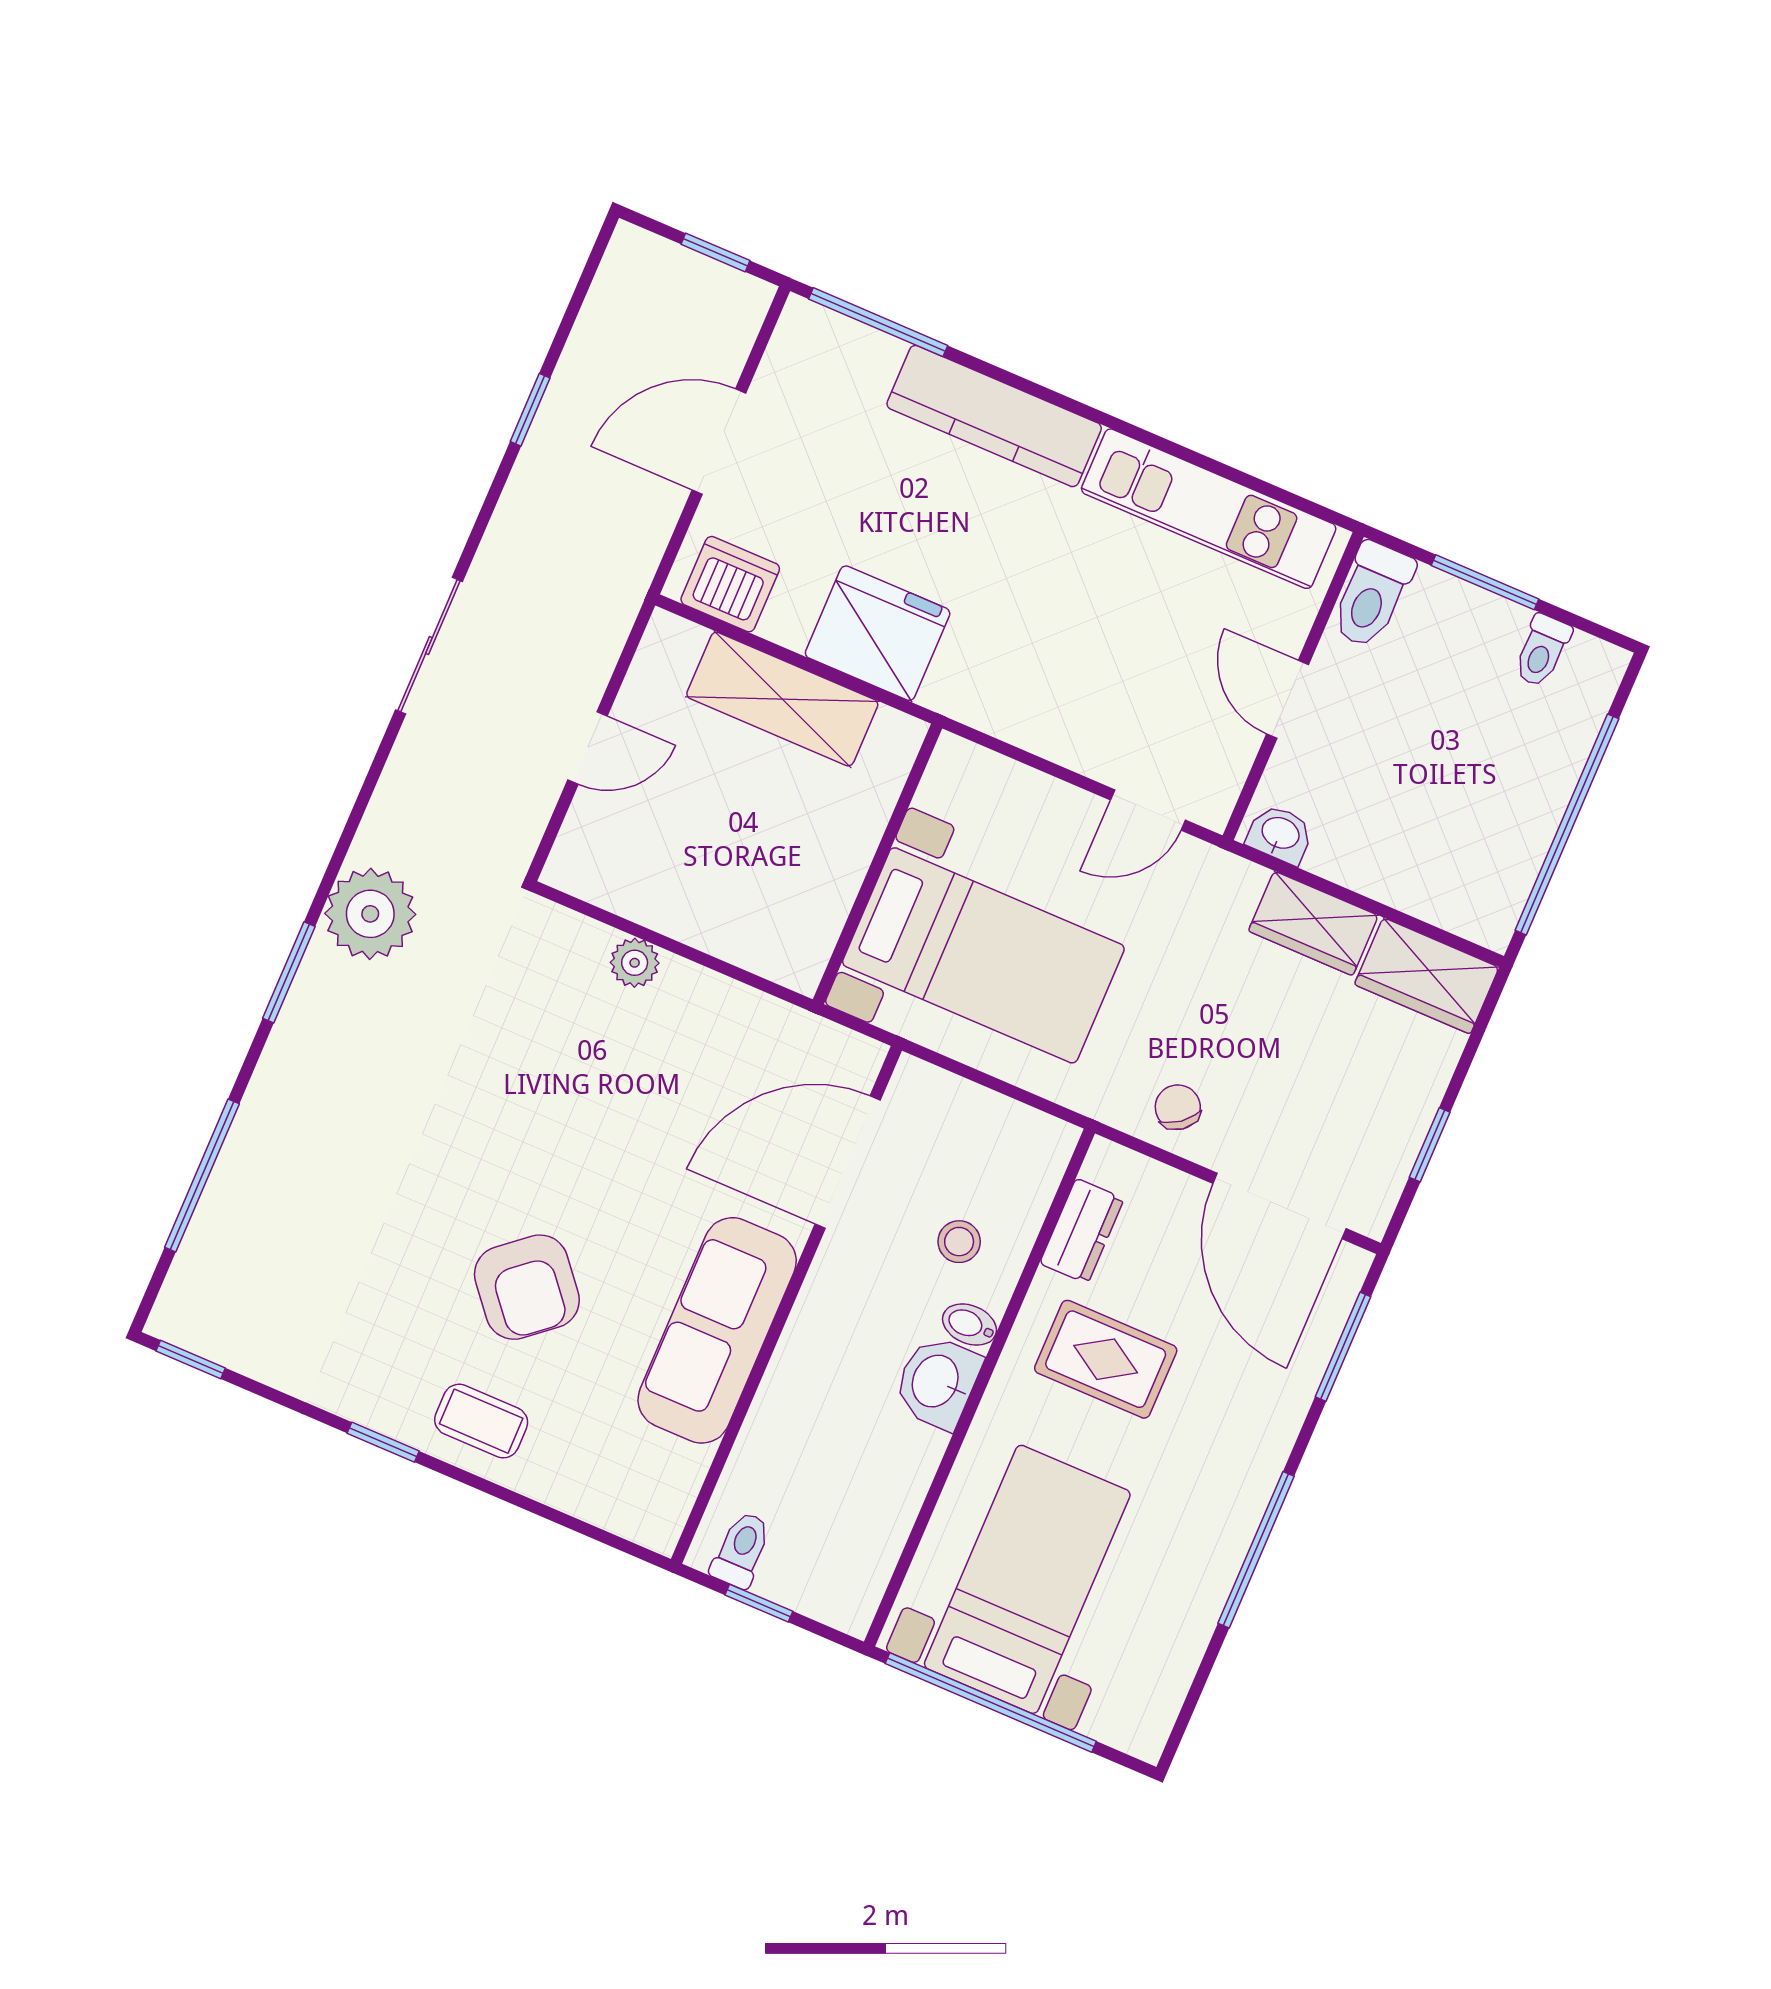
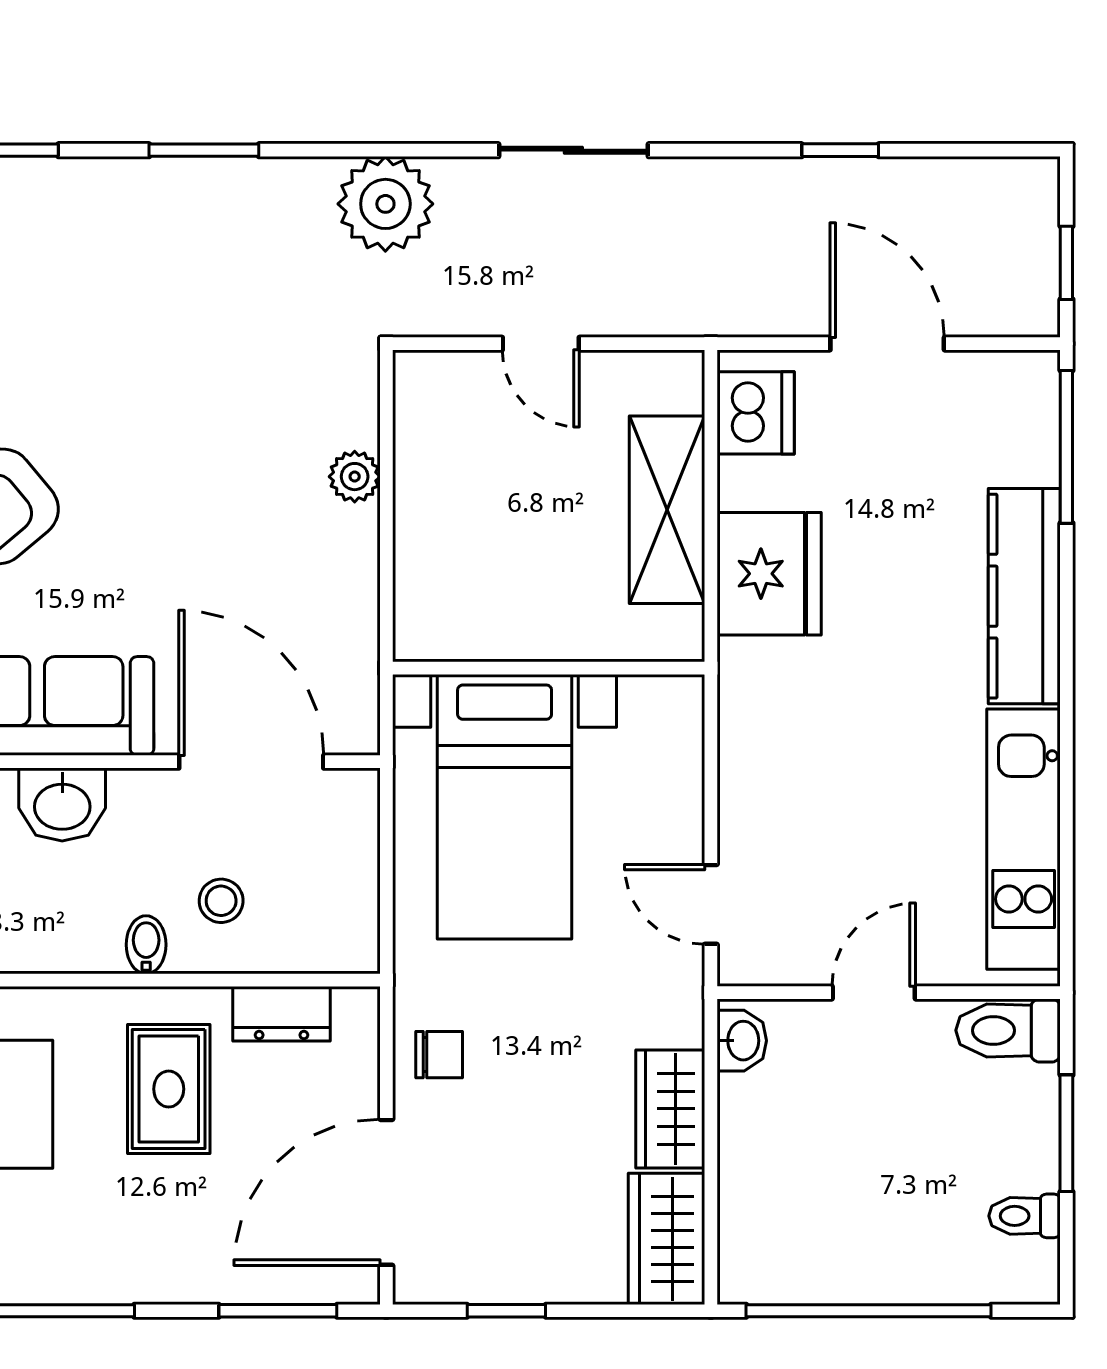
plant: (370, 914) -> (385, 204), moved
chair: (1178, 1107) -> (439, 1055), turned 38
washbasin: (937, 1382) -> (62, 805), moved, turned 180

